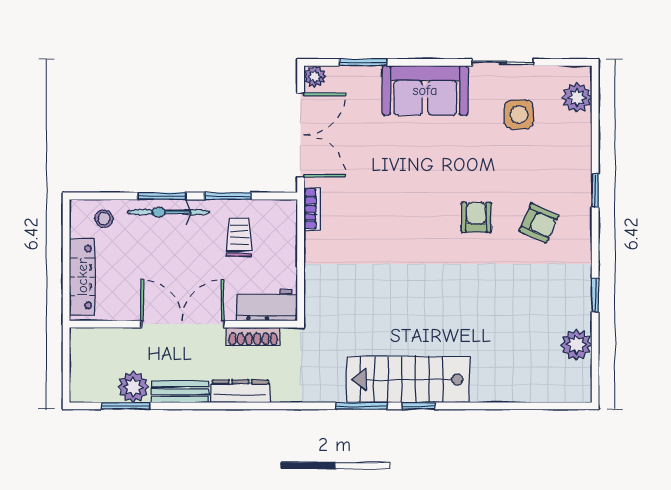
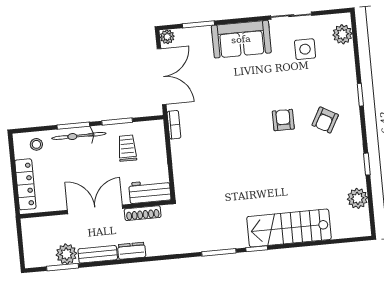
armchair: (539, 223) -> (325, 120), turned 95
stairs: (408, 379) -> (289, 228), moved
dresser: (240, 391) -> (132, 251), width x0.70

